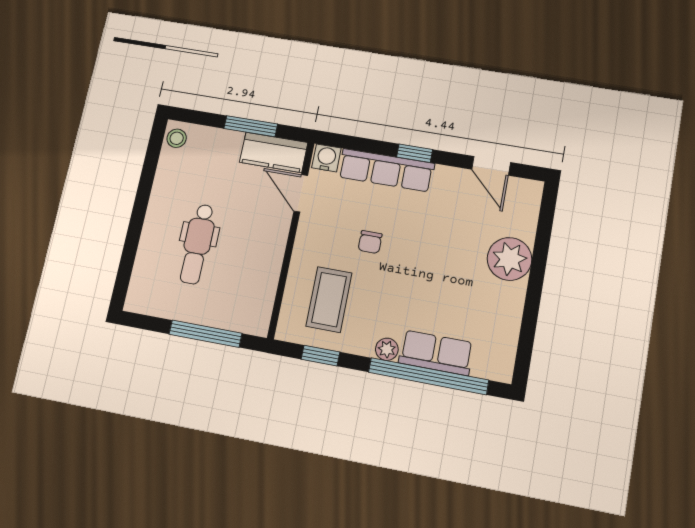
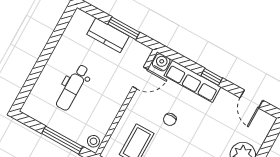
stool: (177, 138) -> (93, 141), moved
kitchen counter: (274, 152) -> (108, 35), moved
door: (301, 193) -> (140, 78), swing flipped

